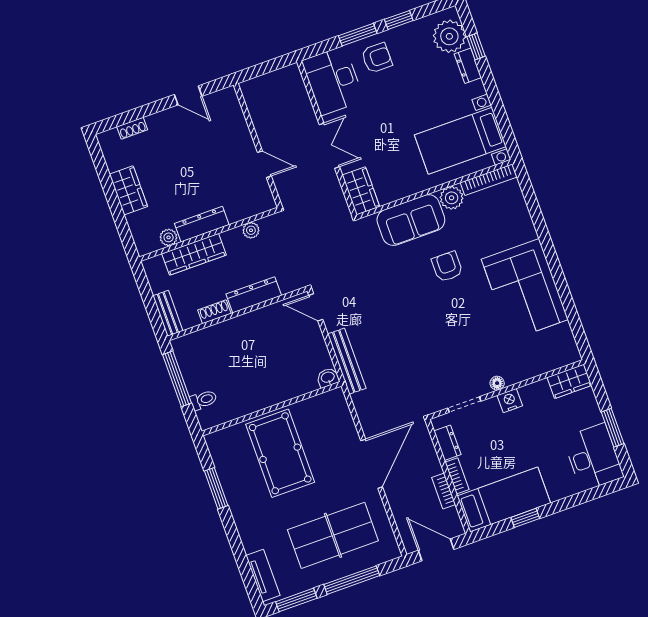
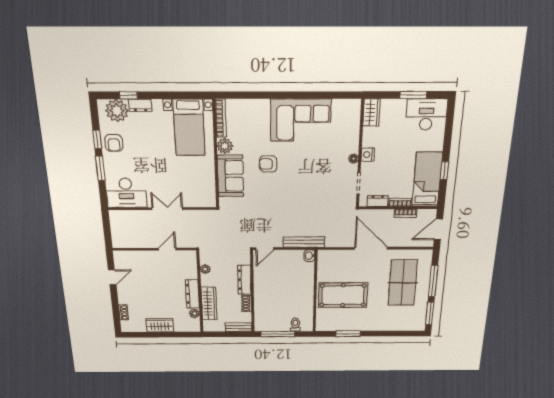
armchair: (377, 58) -> (114, 143), moved, turned 180
wardrobe: (361, 191) -> (202, 200), removed
tv unit: (263, 575) -> (408, 326), removed

